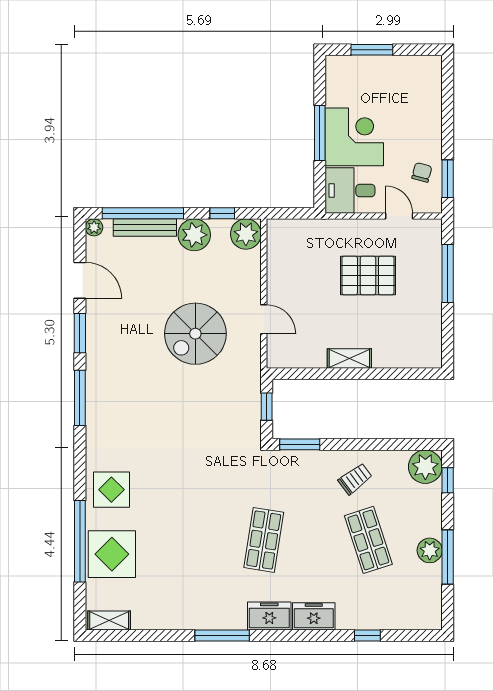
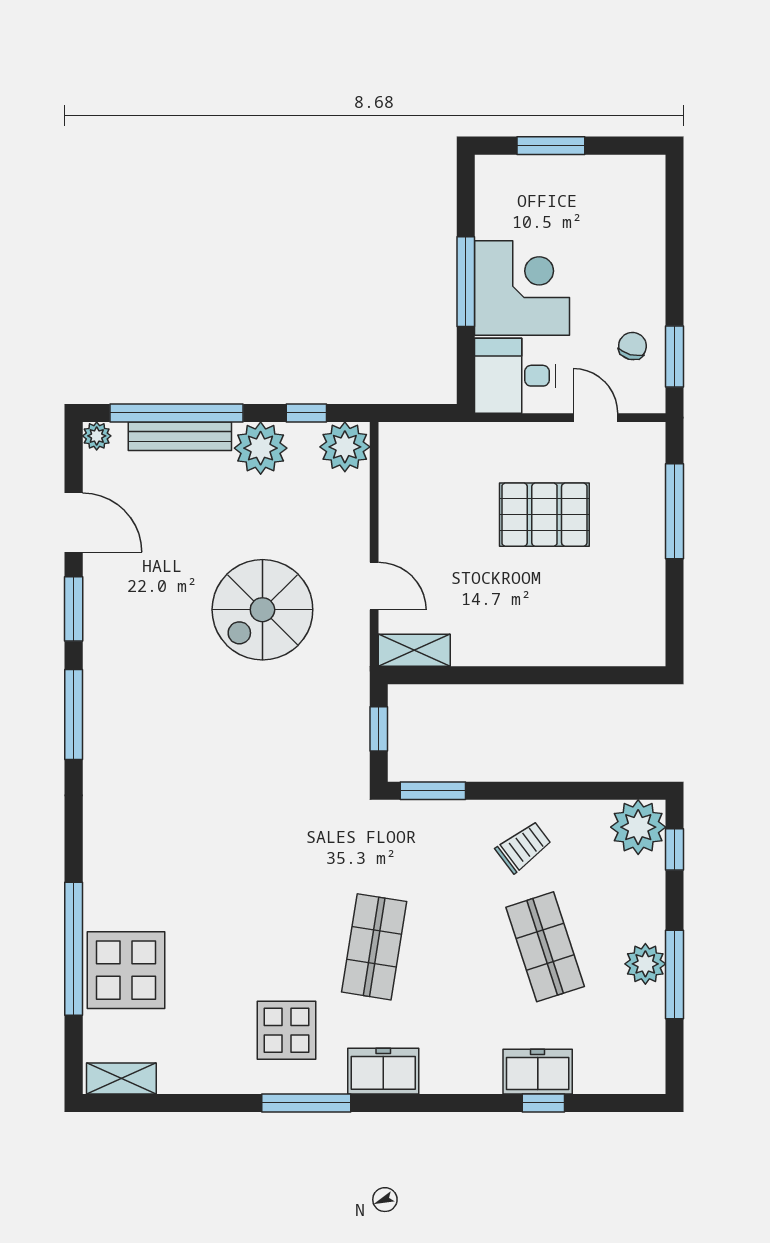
shelving: (349, 358) -> (414, 650), moved
display table: (111, 490) -> (286, 1030), moved
freezer: (314, 616) -> (538, 1072), moved

